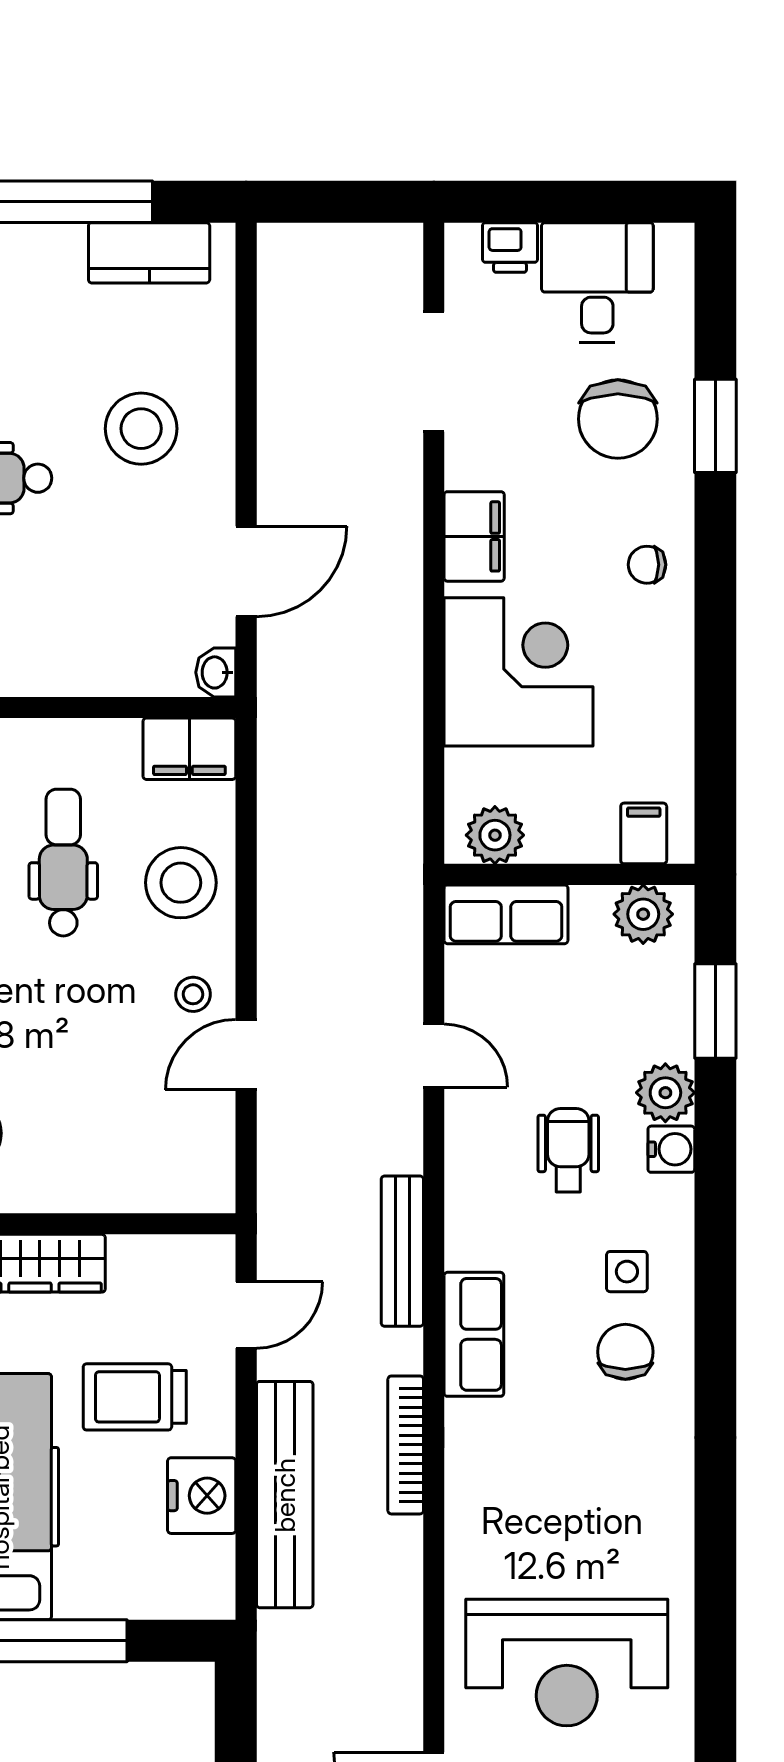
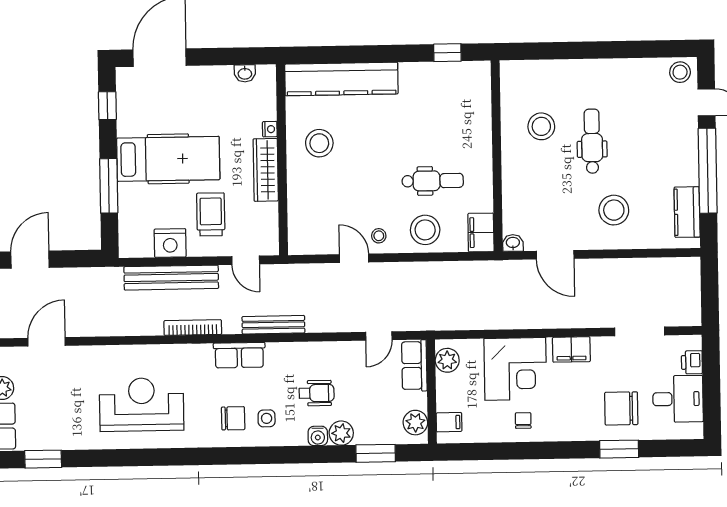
chair: (647, 565) -> (523, 420), moved
door: (434, 1056) -> (379, 336), moved
reception desk: (567, 1663) -> (142, 405), moved, turned 90

